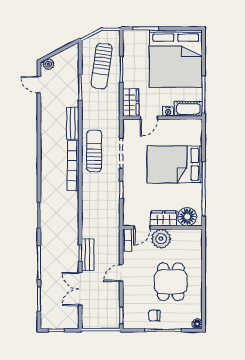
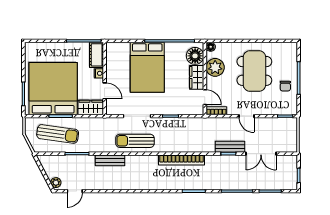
bed: (176, 59) -> (53, 89), moved, turned -90
bookcase: (73, 166) -> (182, 160), moved
plant: (161, 239) -> (215, 67), moved
dining table: (171, 282) -> (254, 71), width x1.38
floor lamp: (197, 324) -> (211, 47), moved

